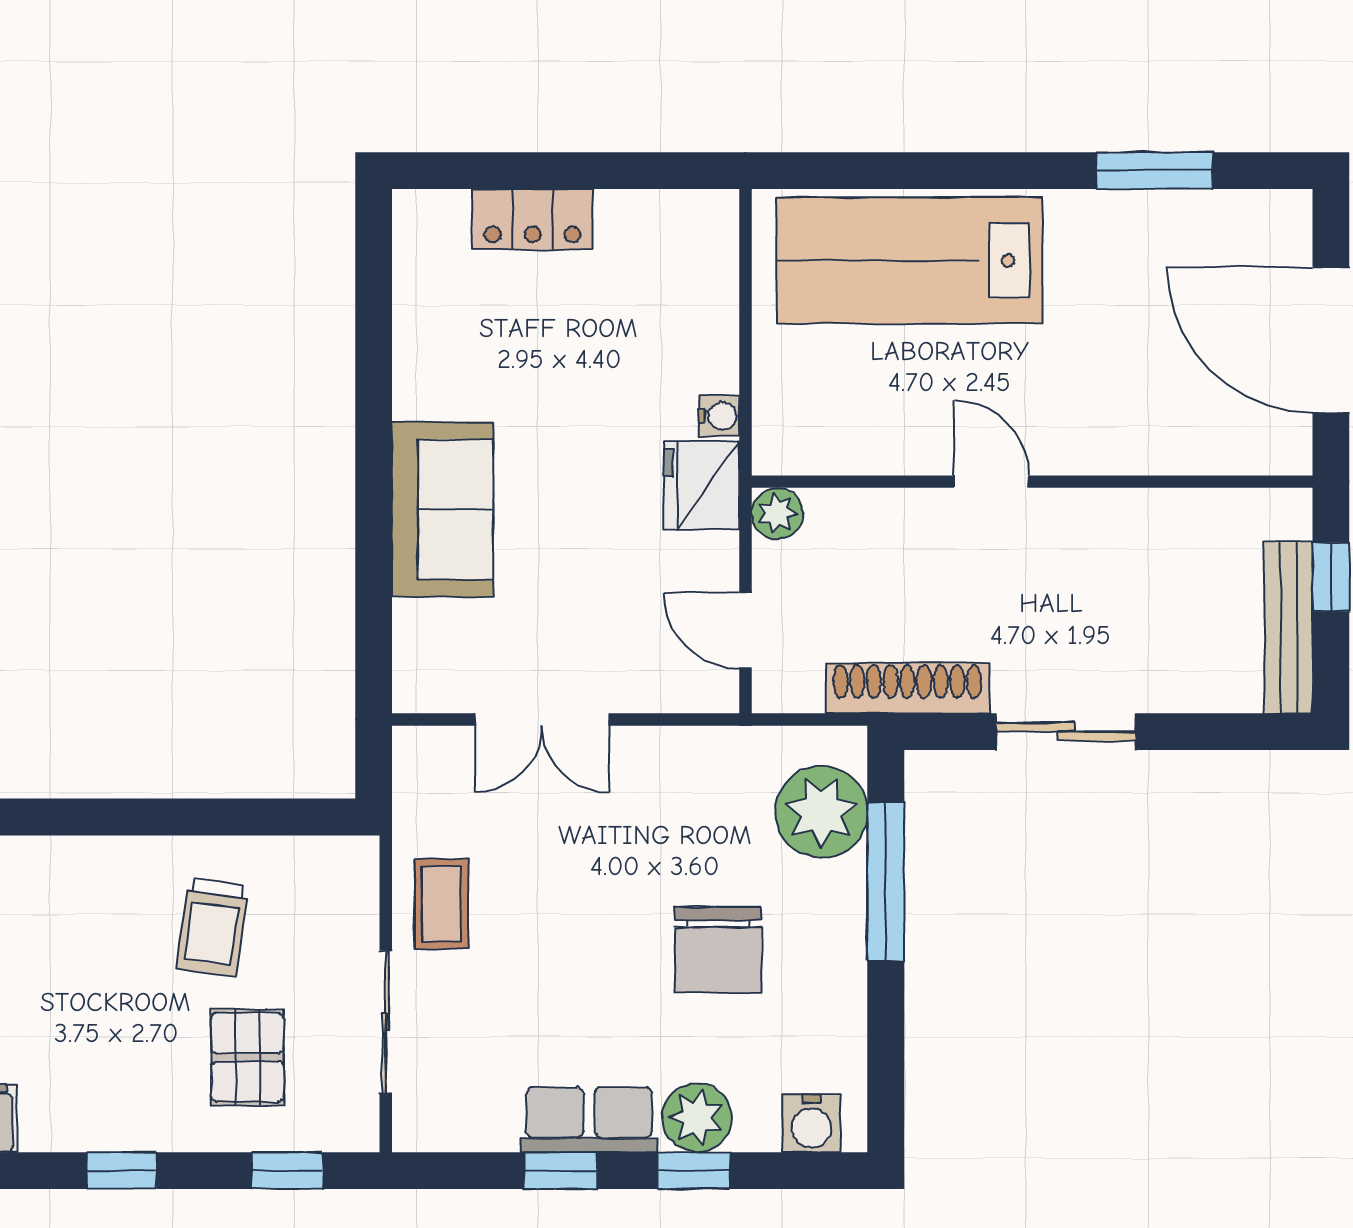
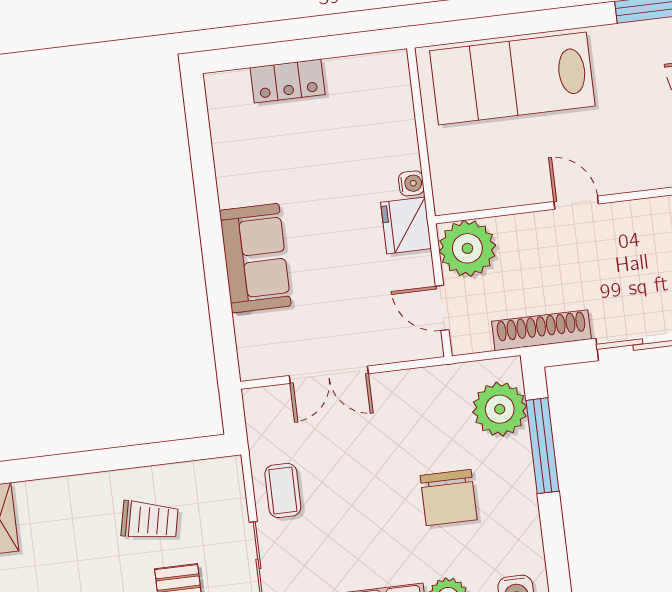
plant: (777, 513) -> (467, 248), width x1.88, depth x1.88
trolley: (212, 927) -> (150, 520), turned -86

